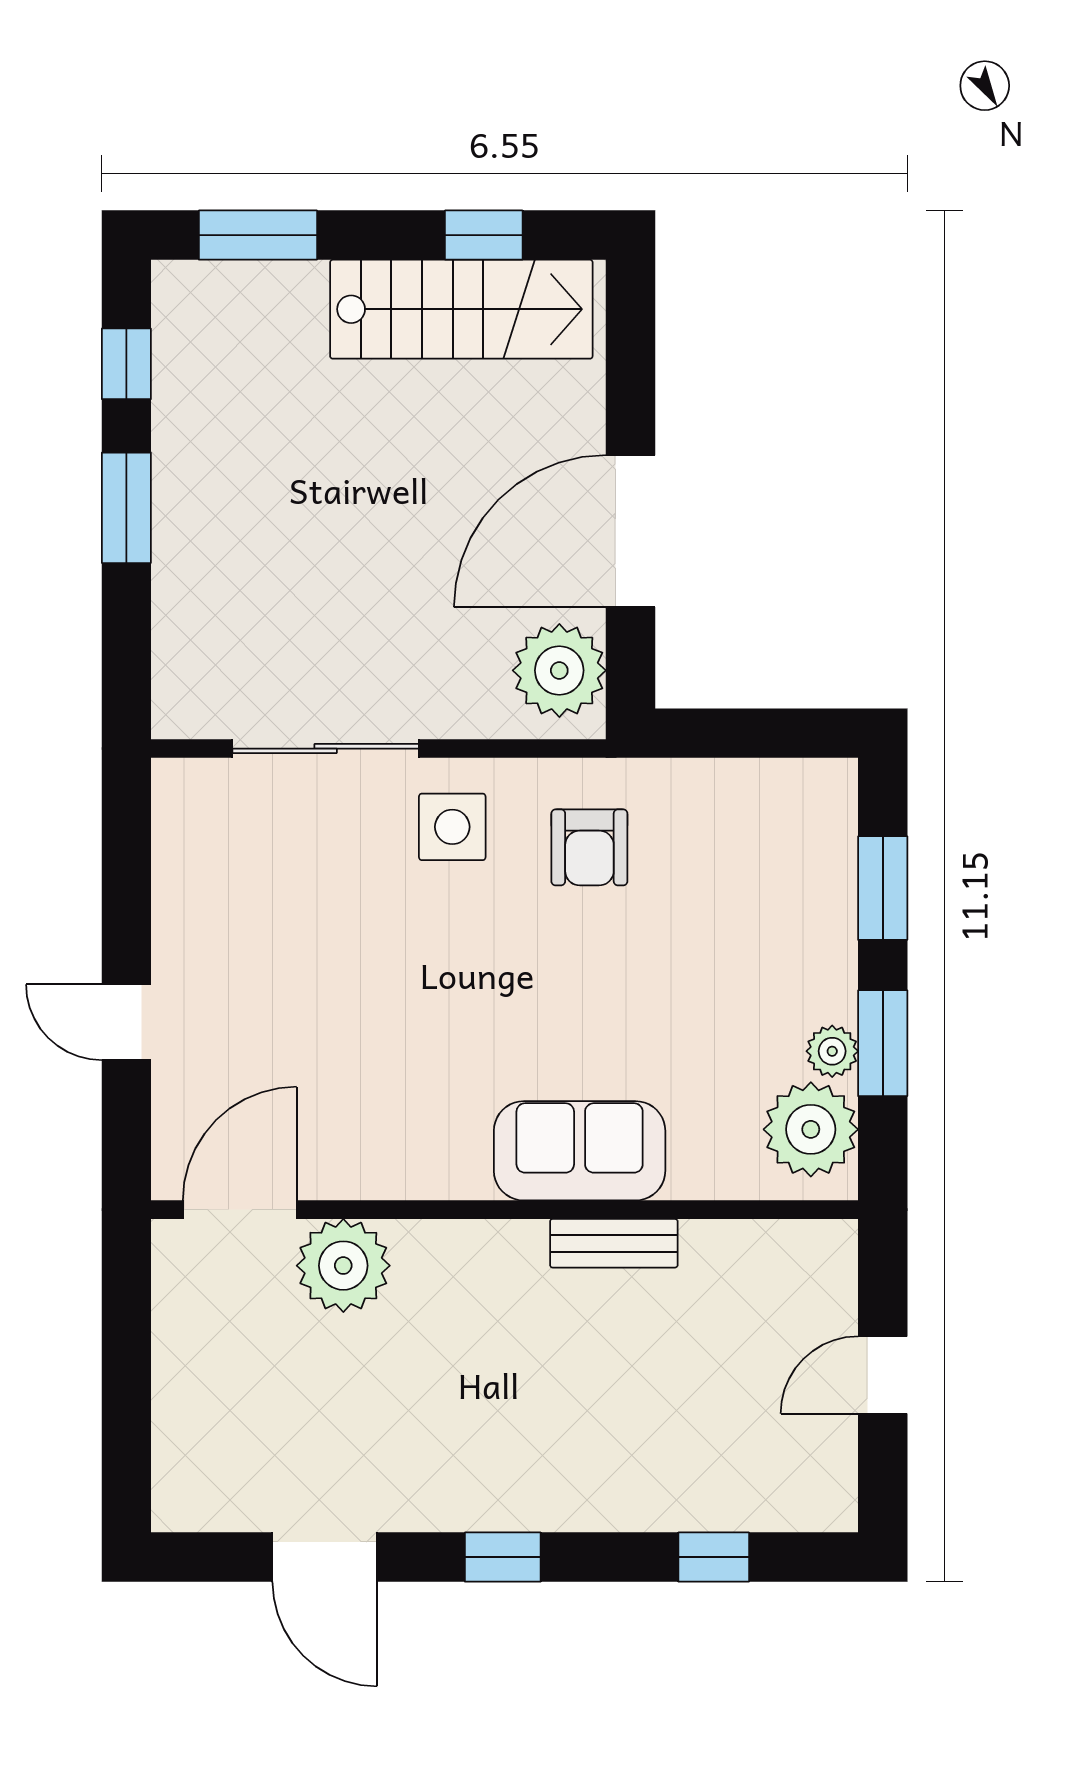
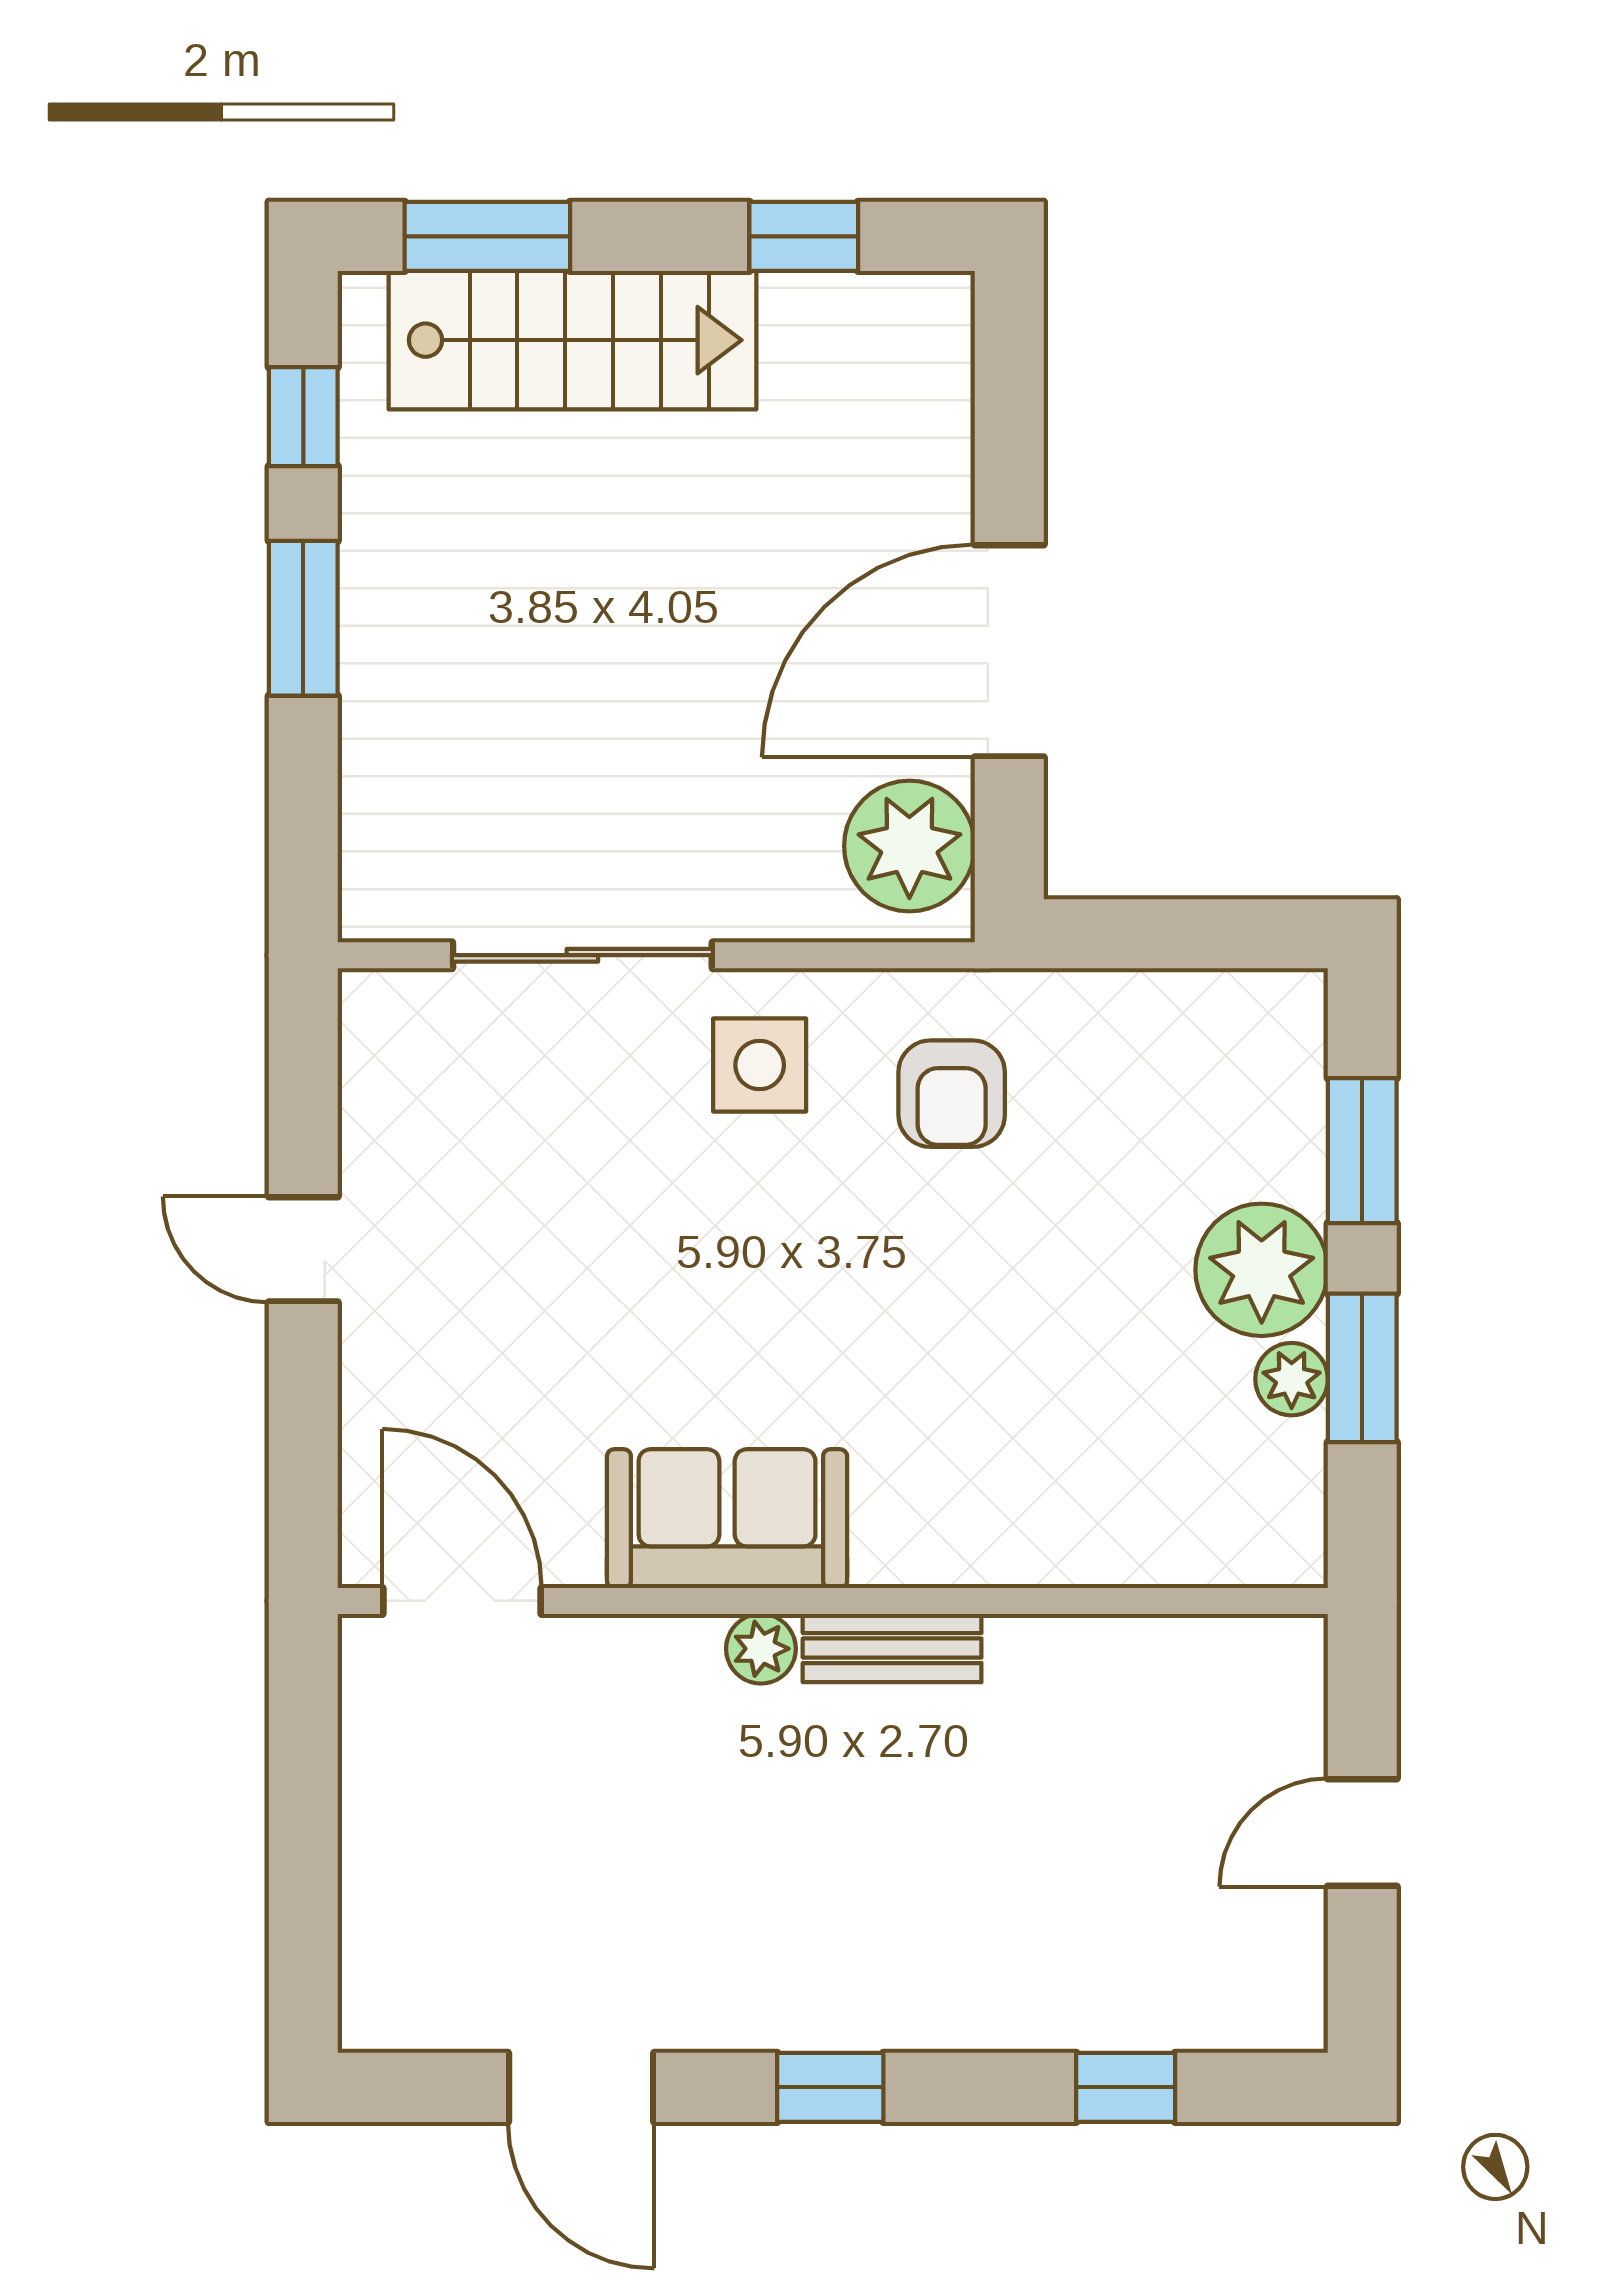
stairs: (461, 309) -> (573, 340), moved
door: (126, 1022) -> (303, 1249), moved
plant: (811, 1129) -> (1262, 1270), moved
sofa: (580, 1151) -> (727, 1519), moved
door: (240, 1210) -> (462, 1601), hinge flipped
bench: (614, 1243) -> (892, 1648), moved
plant: (343, 1266) -> (761, 1649), moved, width x0.53, depth x0.53

